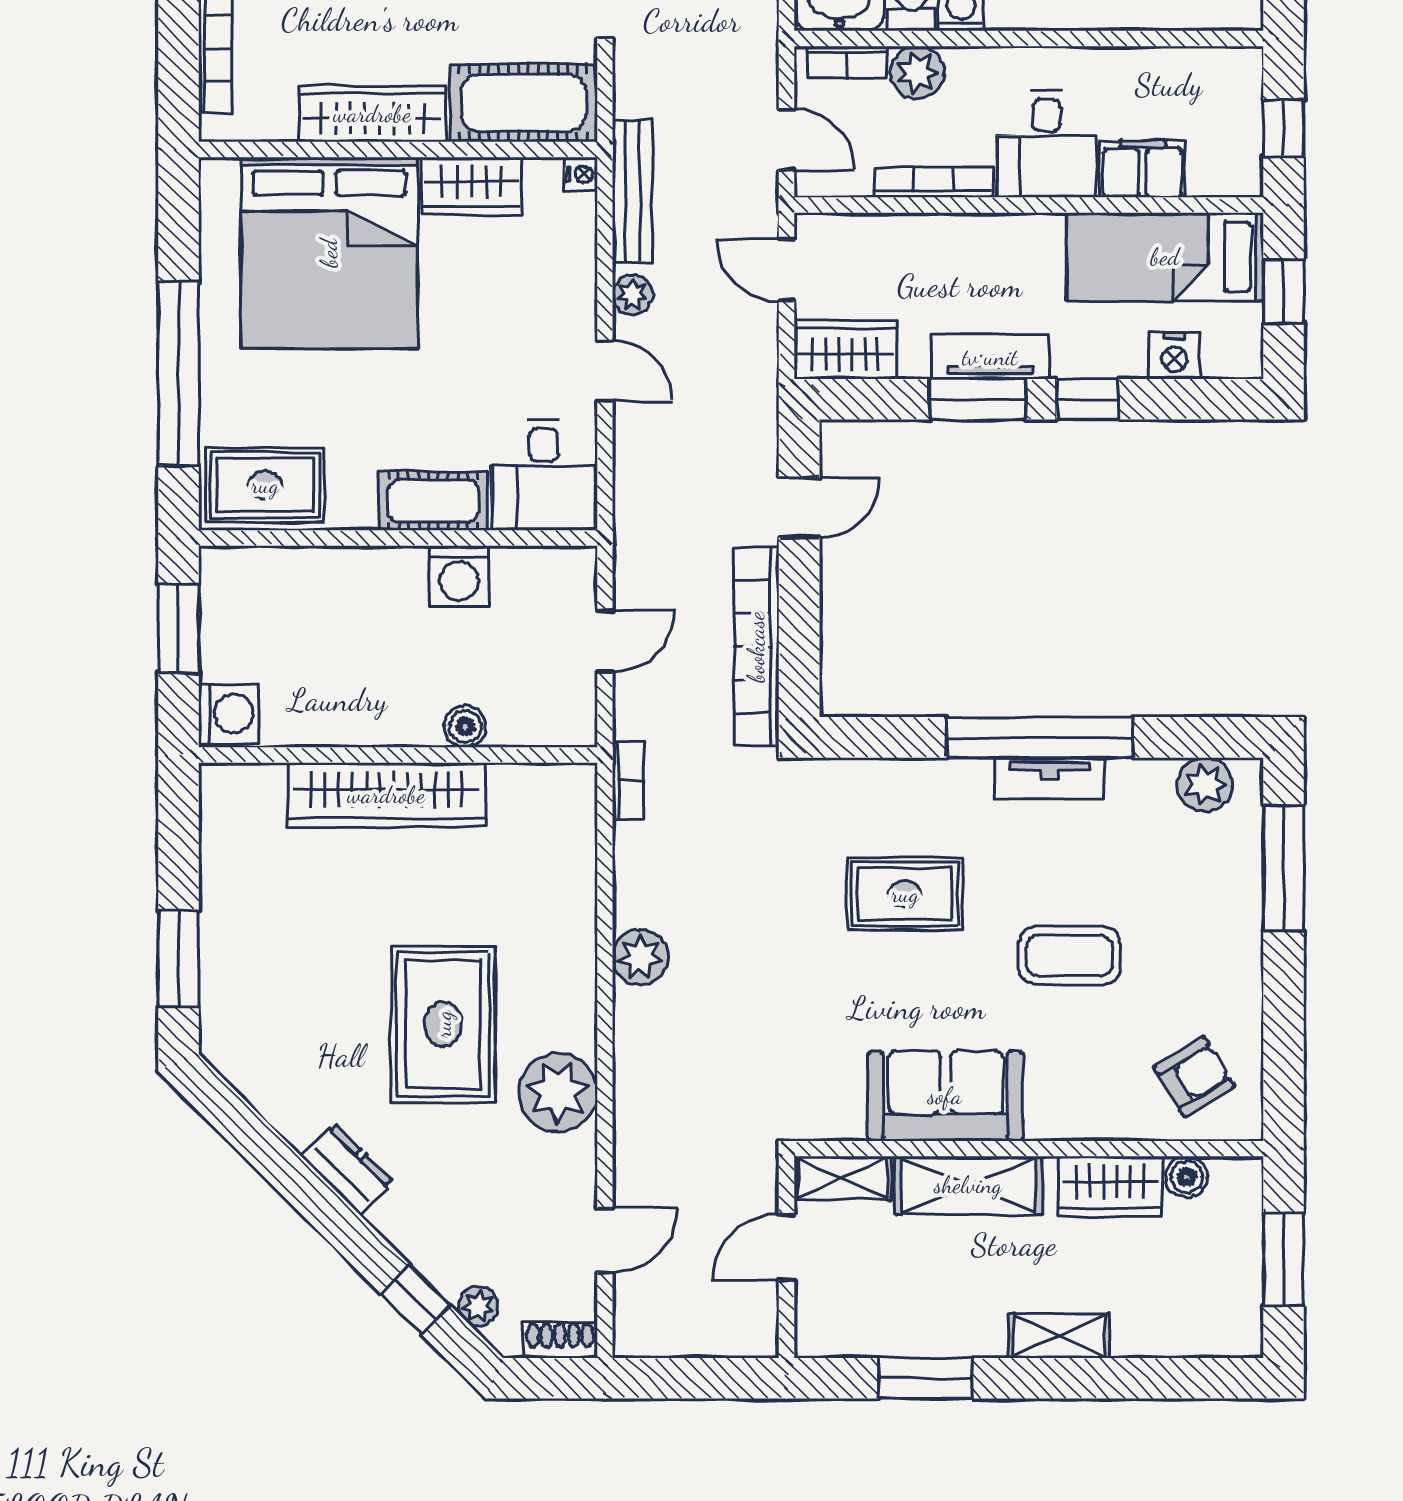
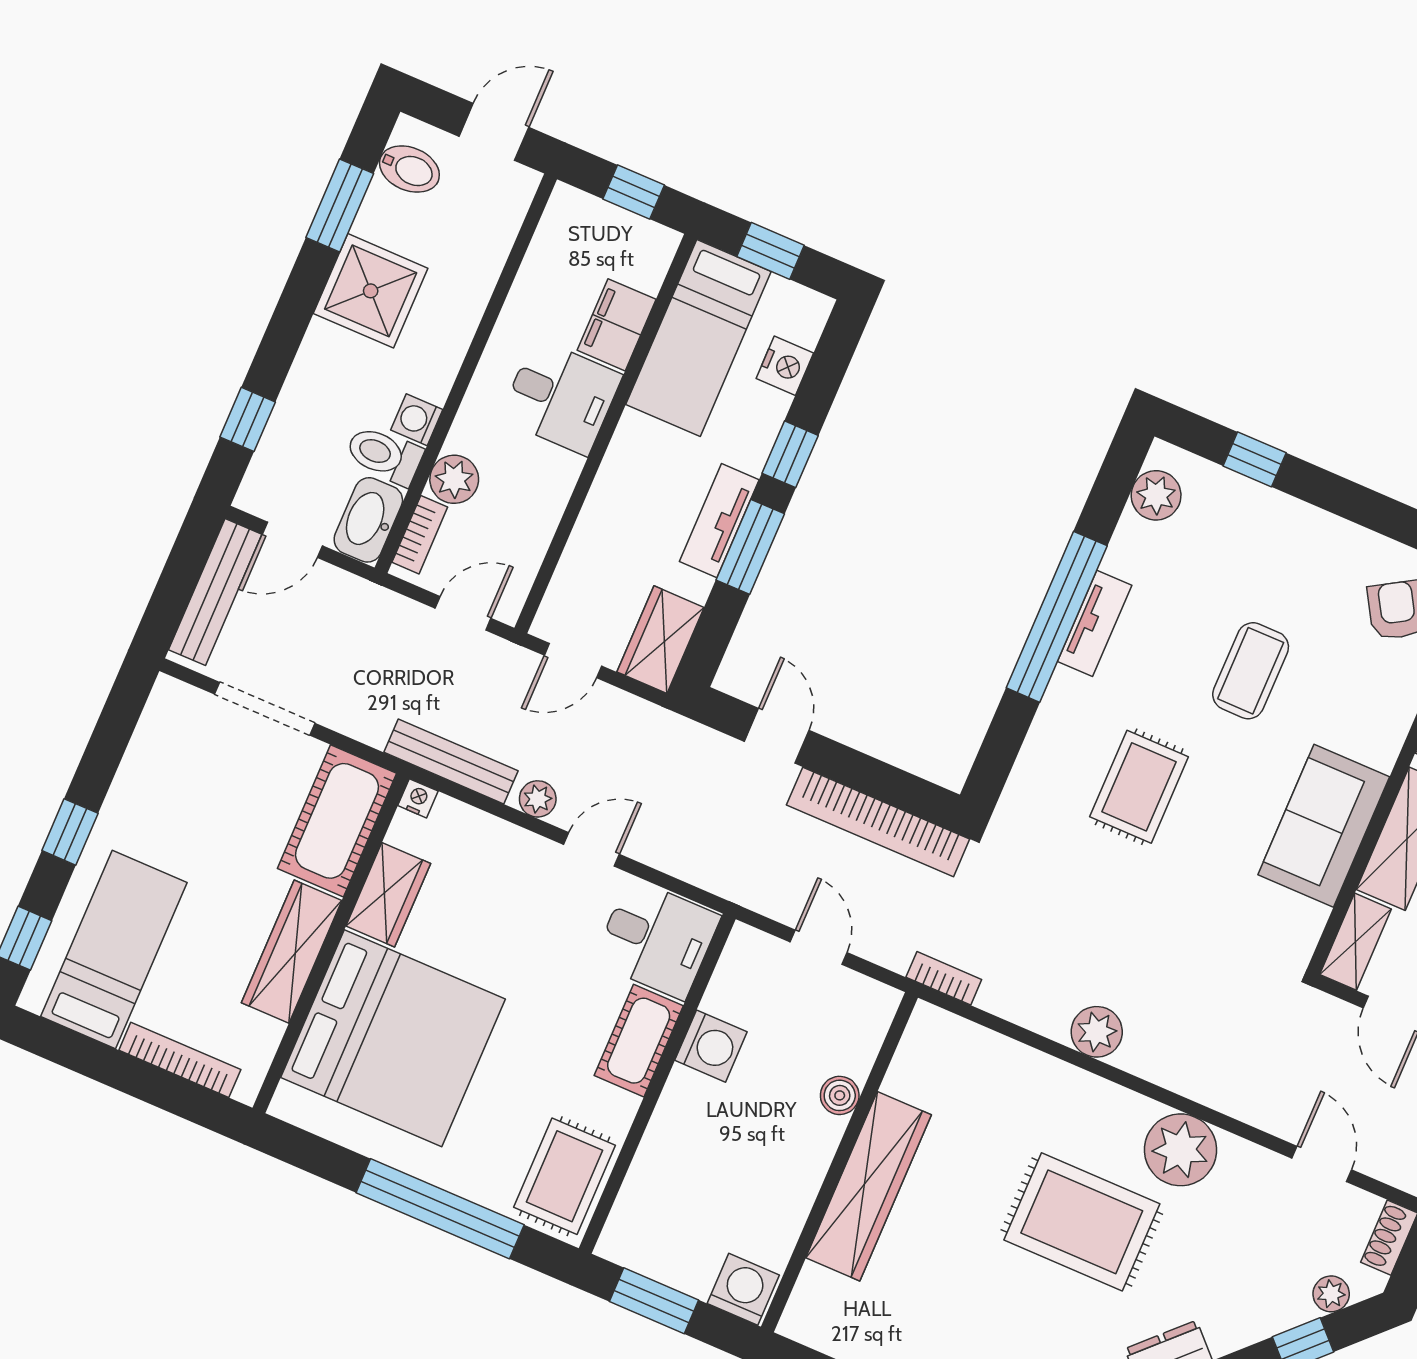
bookcase: (933, 182) -> (552, 505), removed
window: (1284, 868) -> (1255, 459), width x0.46

